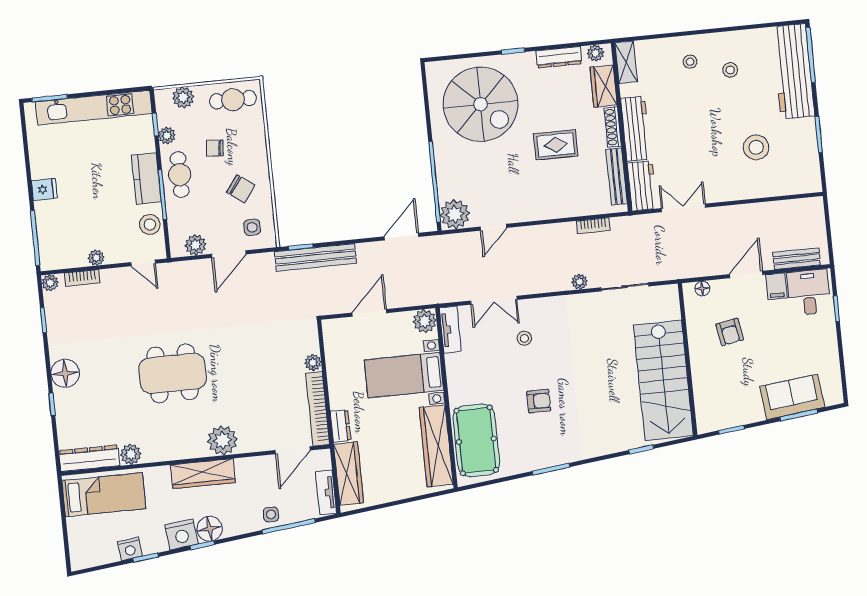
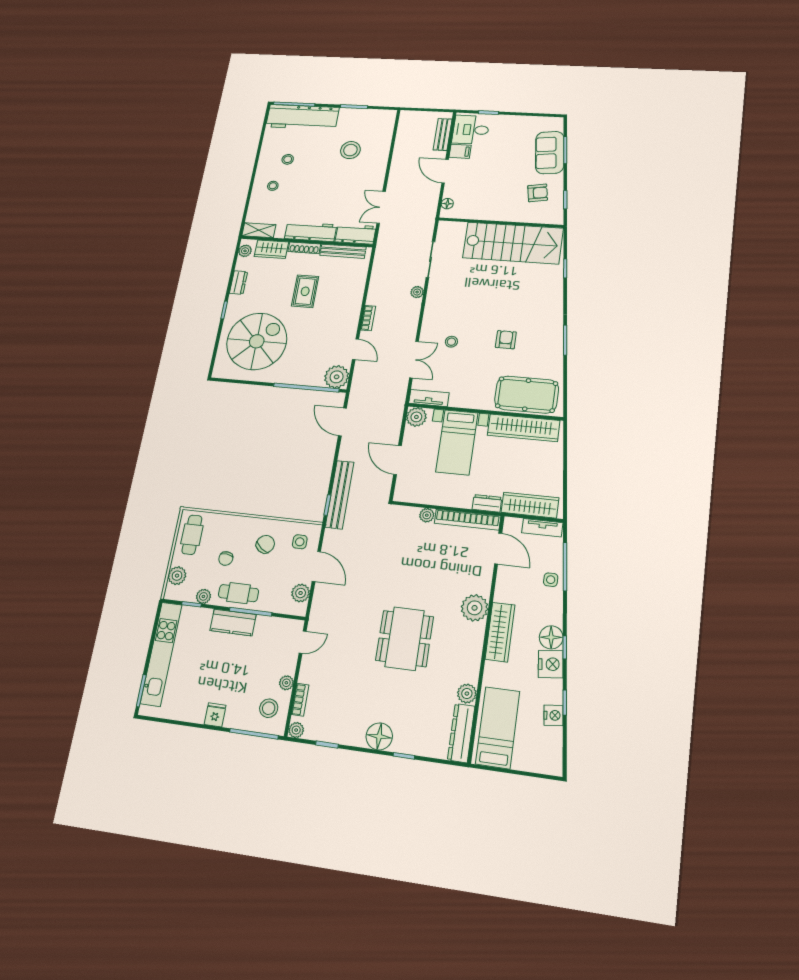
dresser: (559, 57) -> (239, 283), width x0.70
stool: (150, 224) -> (269, 708), moved
bookcase: (593, 226) -> (368, 318), moved
armchair: (730, 332) -> (538, 193), moved

